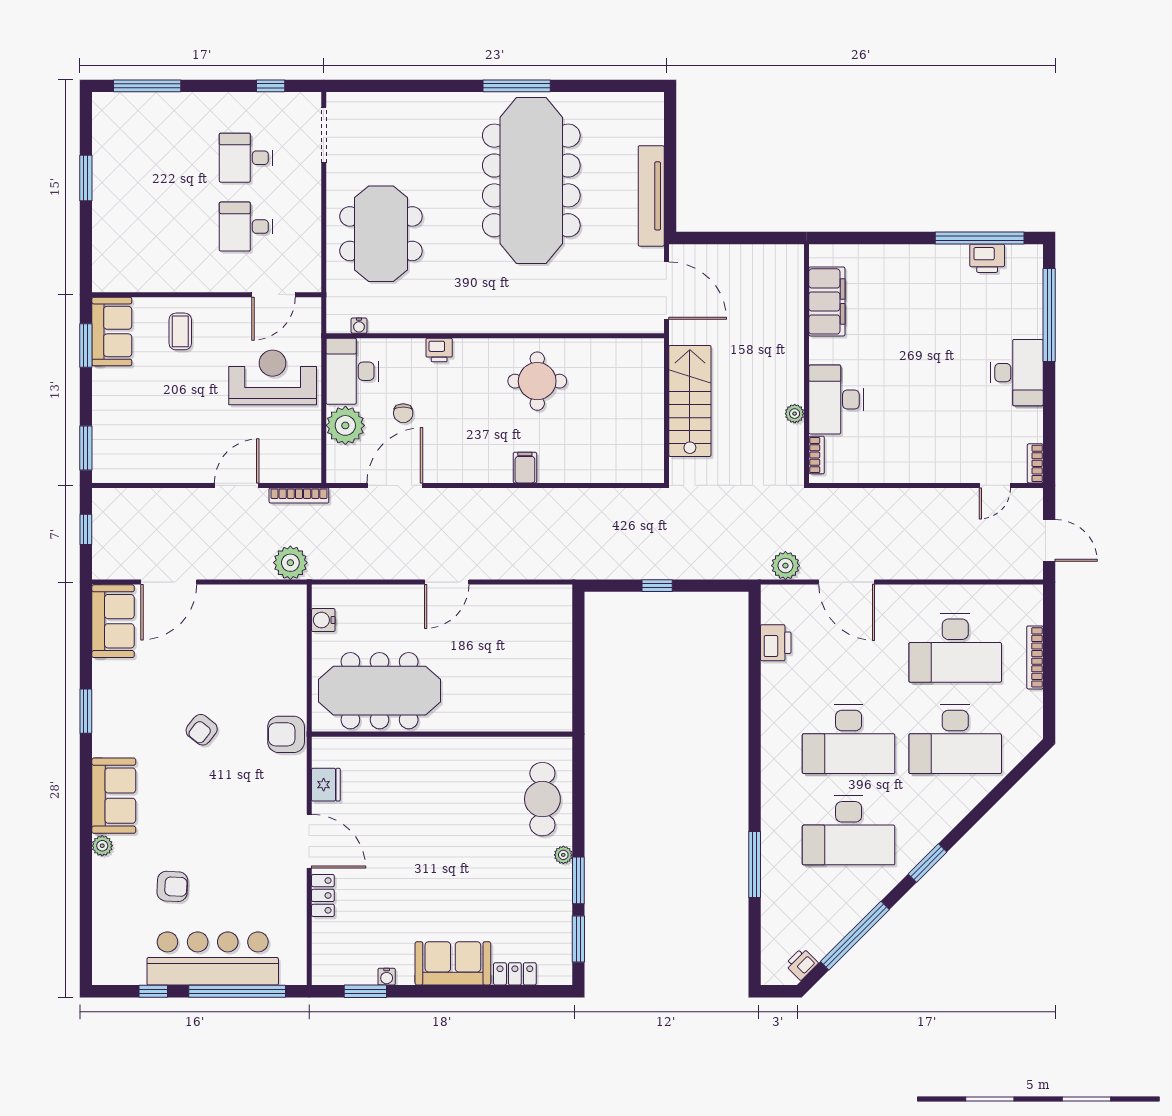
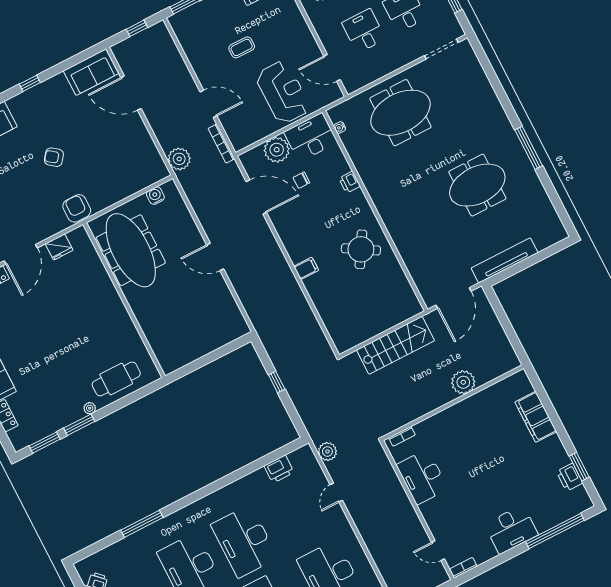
meeting table: (531, 180) -> (477, 185), width x0.54, depth x0.79
window: (980, 238) -> (579, 467), width x0.47
filing cabinet: (827, 301) -> (536, 417), moved, turned 90
coffee table: (180, 331) -> (242, 47), moved
round table: (537, 381) -> (361, 249), turned 31
desk: (836, 399) -> (422, 477), moved, turned -90
plant: (795, 414) -> (463, 382), moved, width x1.88, depth x1.88
door: (847, 582) -> (336, 493), width x0.53
window: (86, 711) -> (30, 83), width x0.67

